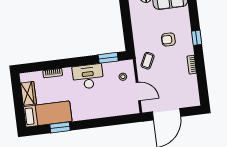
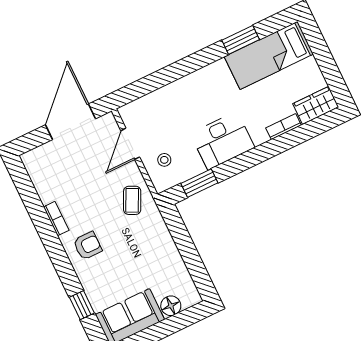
window: (197, 38) -> (82, 305), moved
armchair: (168, 39) -> (88, 246), moved
door: (138, 91) -> (130, 144), hinge flipped
wardrobe: (28, 93) -> (316, 105), moved, turned 90

